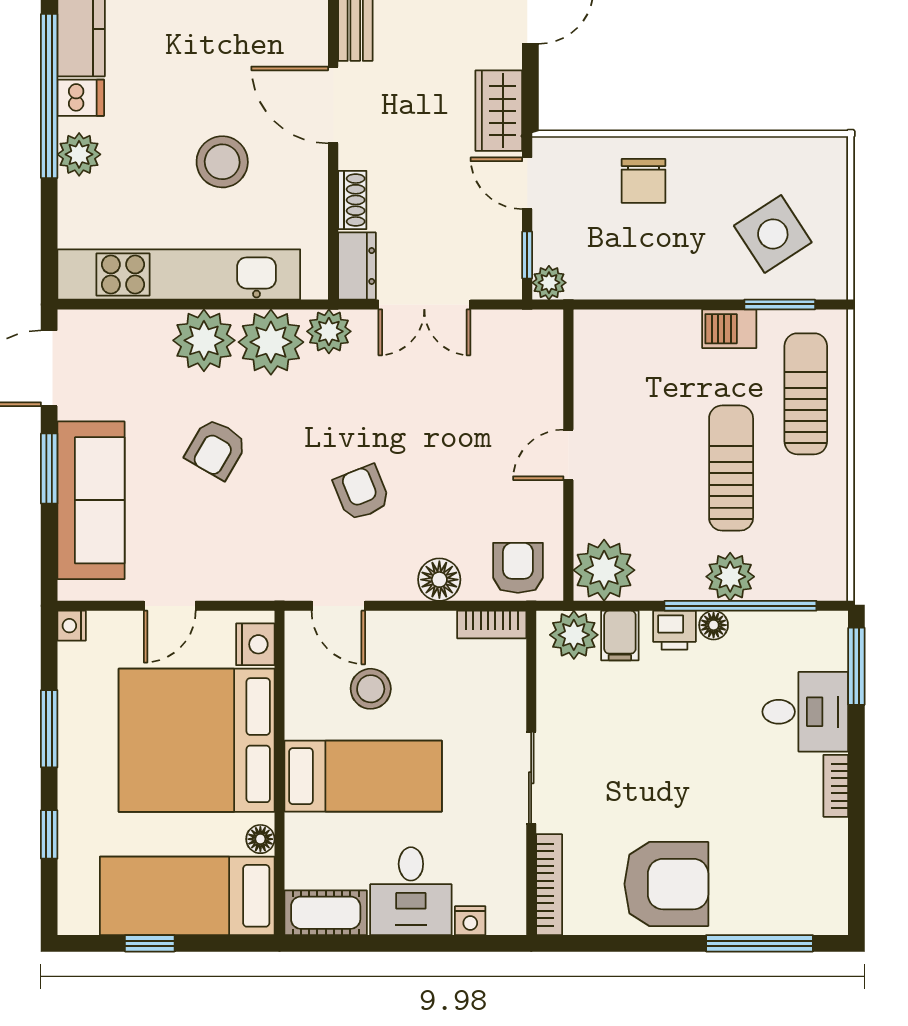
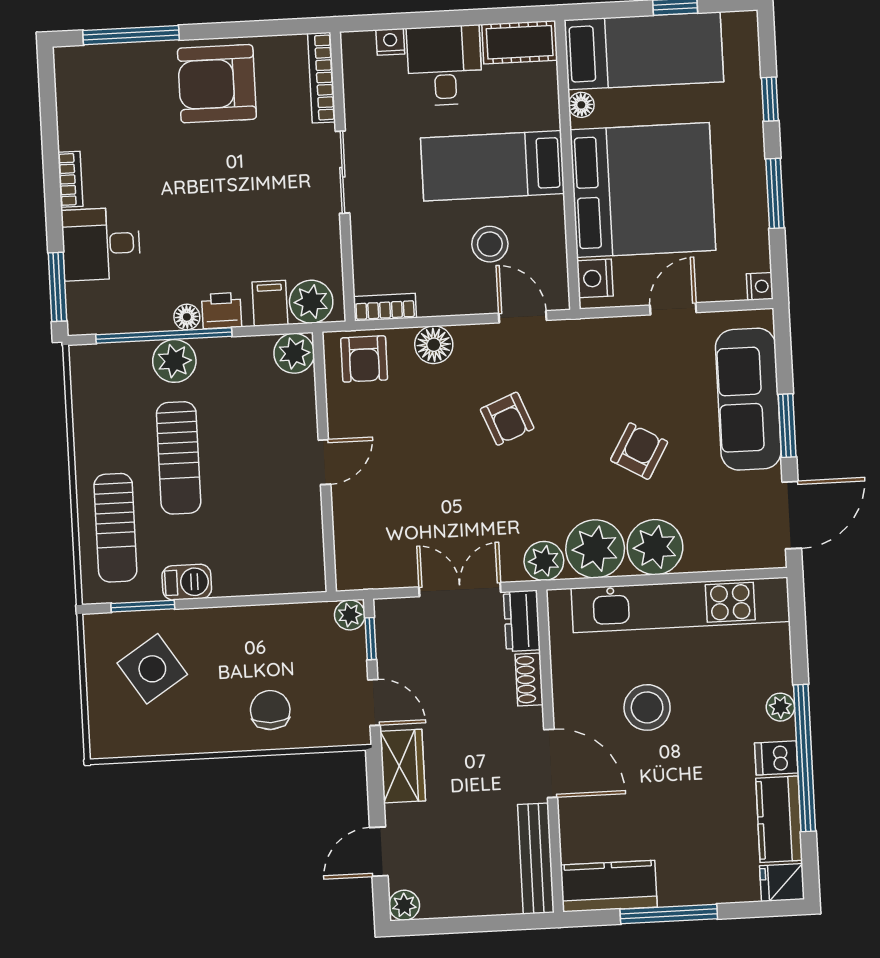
plant: (79, 154) -> (780, 707), width x0.73, depth x0.73
plant: (604, 570) -> (294, 353), width x0.73, depth x0.73

